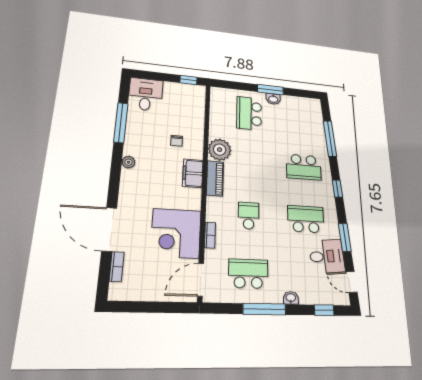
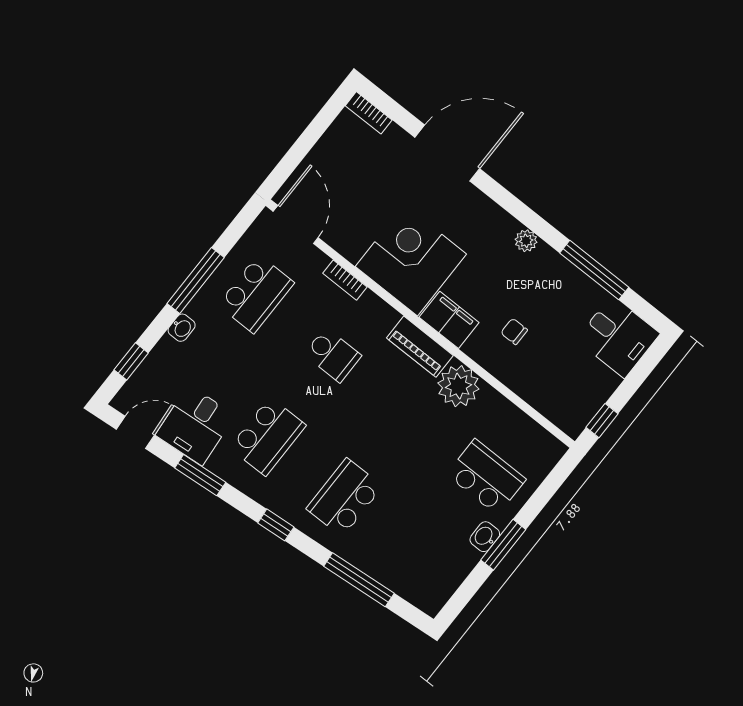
corner desk: (176, 233) -> (411, 260), moved
bookcase: (117, 267) -> (369, 113), moved

